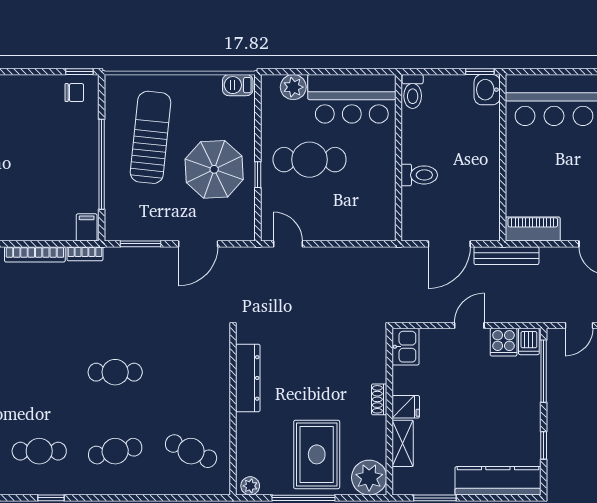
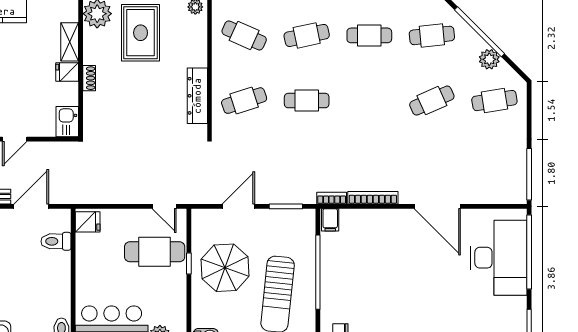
cafe table: (310, 160) -> (155, 252), moved
toilet: (419, 175) -> (56, 241), moved
fridge: (381, 225) -> (88, 222), added
cafe table: (191, 372) -> (244, 101), added

